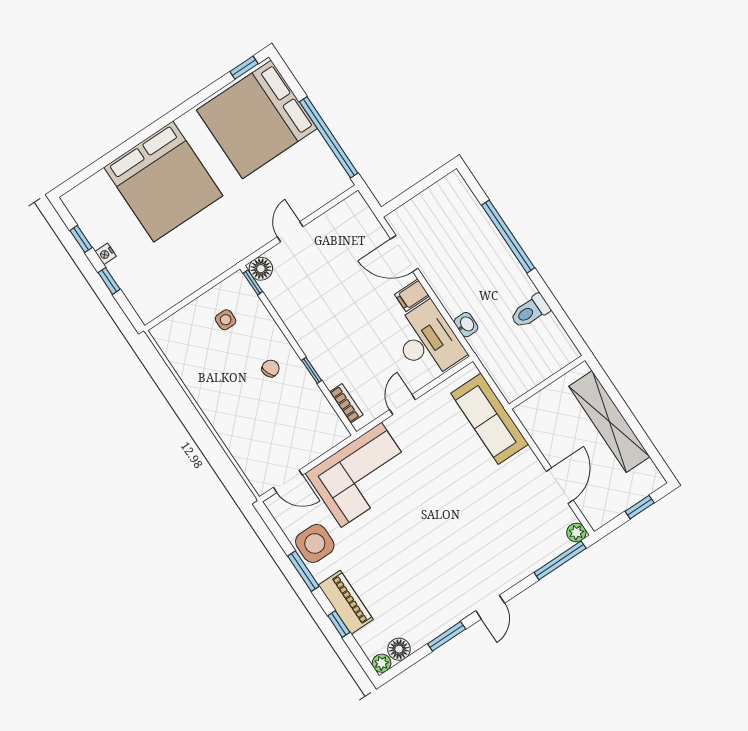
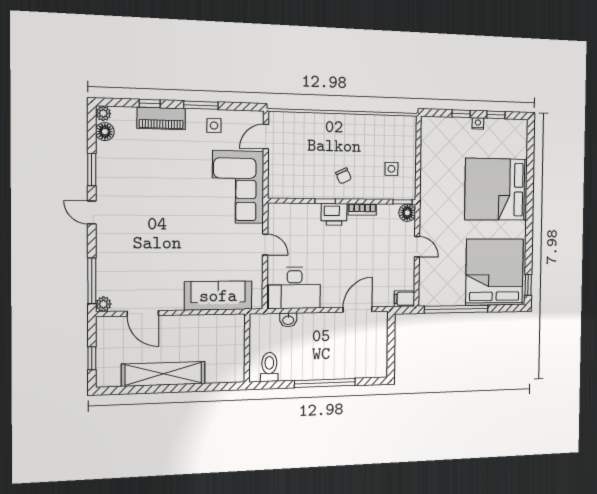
filing cabinet: (412, 295) -> (404, 299), moved, turned -90
printer: (319, 351) -> (334, 214), added
wall: (547, 382) -> (247, 348), moved
bookcase: (346, 403) -> (362, 209), moved
side table: (315, 543) -> (214, 126), width x0.54, depth x0.54

